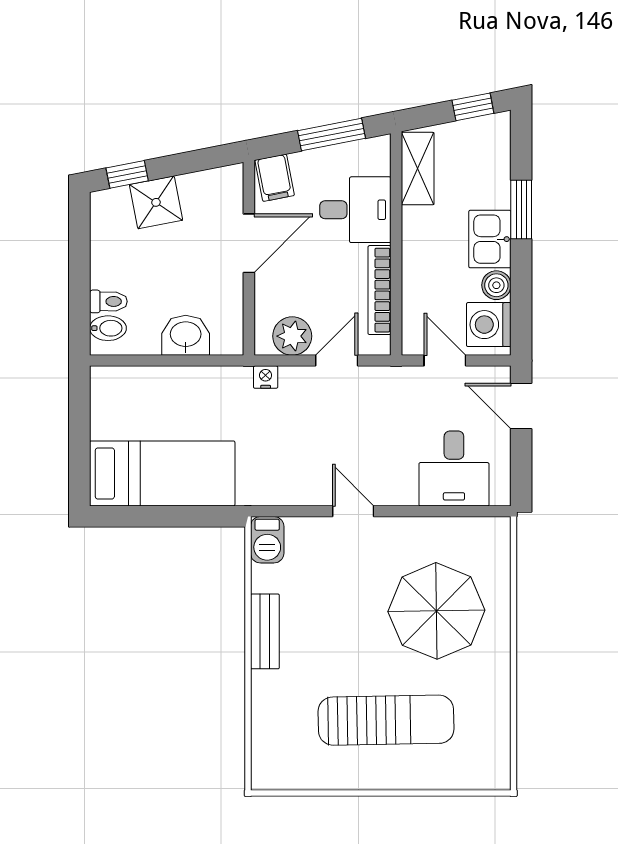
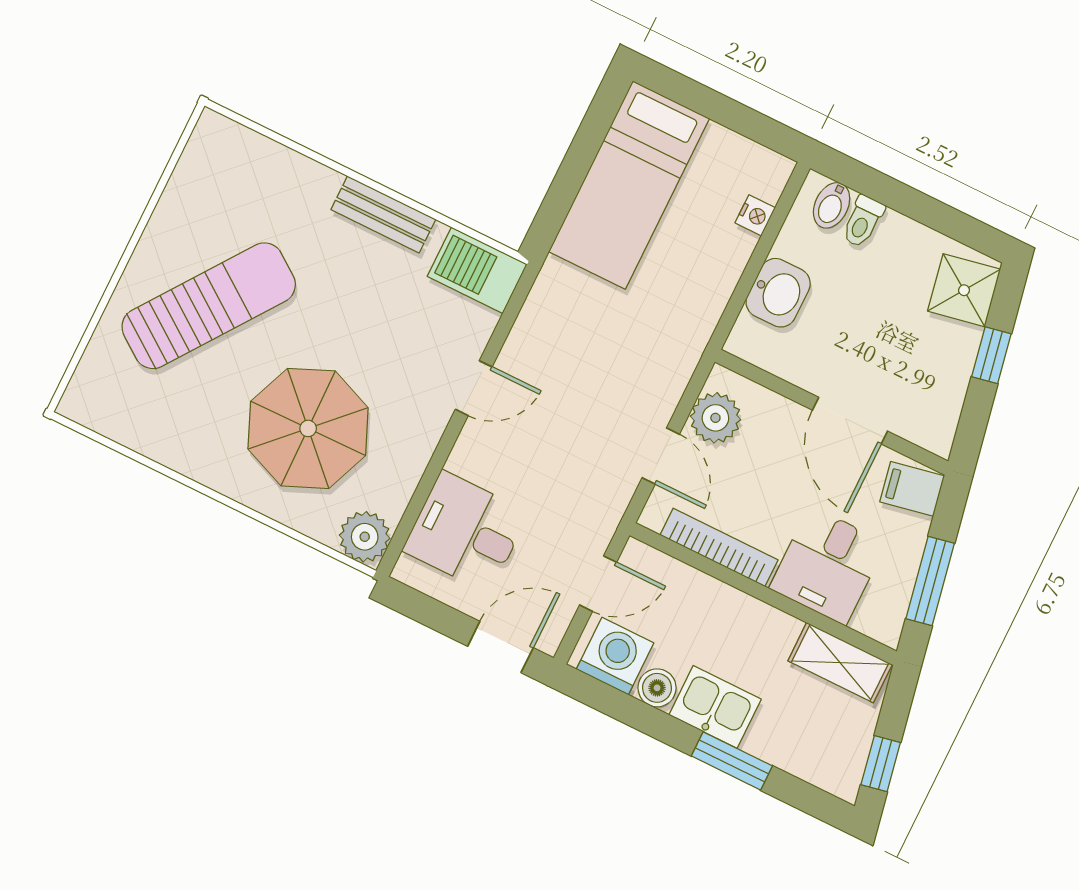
window: (127, 174) -> (991, 355), moved
shower: (156, 202) -> (964, 290), moved
nightstand: (266, 377) -> (755, 215), moved
plant: (491, 536) -> (365, 537), added
barbecue: (267, 540) -> (477, 270), width x1.38, depth x1.27
sun lounger: (386, 720) -> (209, 306), turned -143

